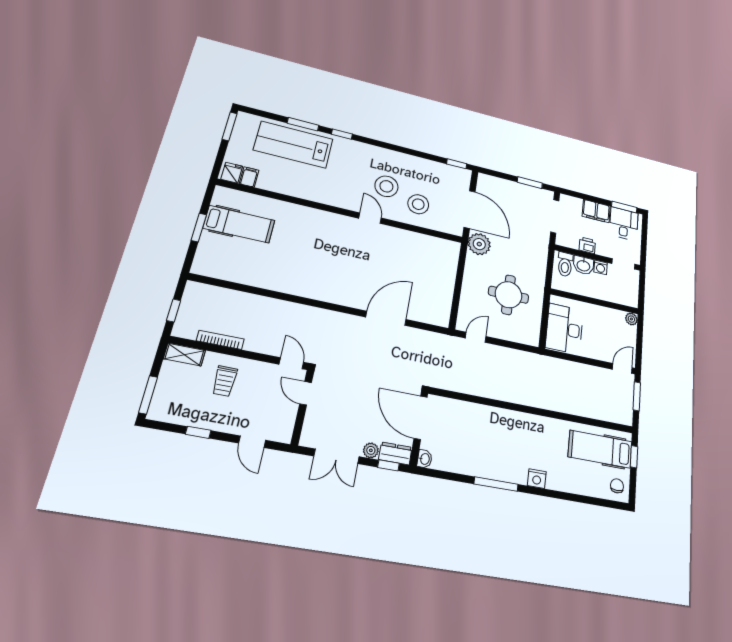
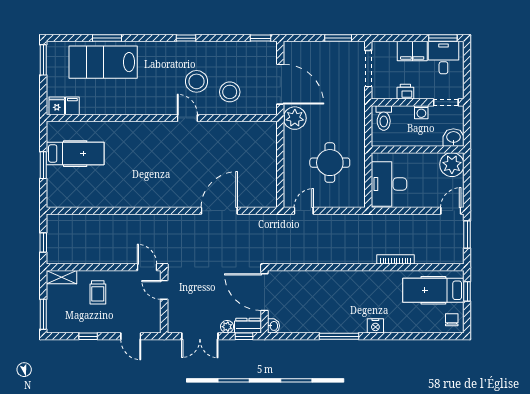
window: (342, 134) -> (186, 38), moved
washbasin: (583, 265) -> (453, 138), moved, turned 180
plant: (631, 319) -> (452, 165), width x1.88, depth x1.88
bookcase: (220, 340) -> (396, 259), moved

